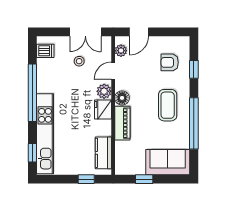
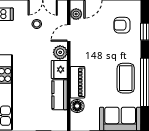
floor lamp: (122, 98) -> (77, 106), moved
coffee table: (168, 105) -> (126, 78), moved
kitchen counter: (103, 153) -> (60, 95), moved

